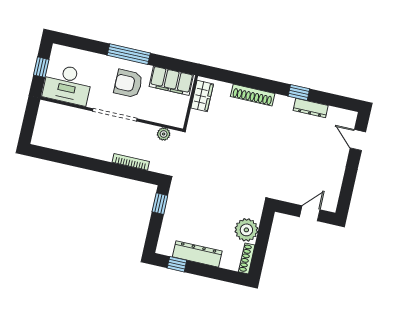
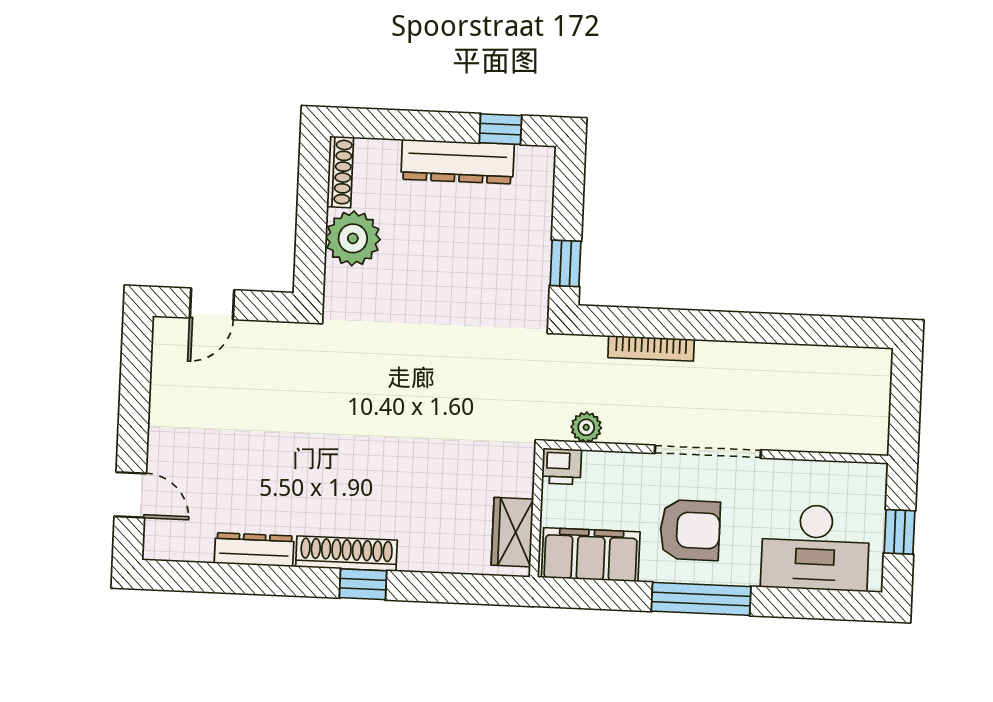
desk: (67, 84) -> (815, 548), moved, turned 180
window: (299, 92) -> (363, 584), moved
shoe rack: (253, 95) -> (346, 554), moved
printer: (177, 120) -> (562, 466), added

